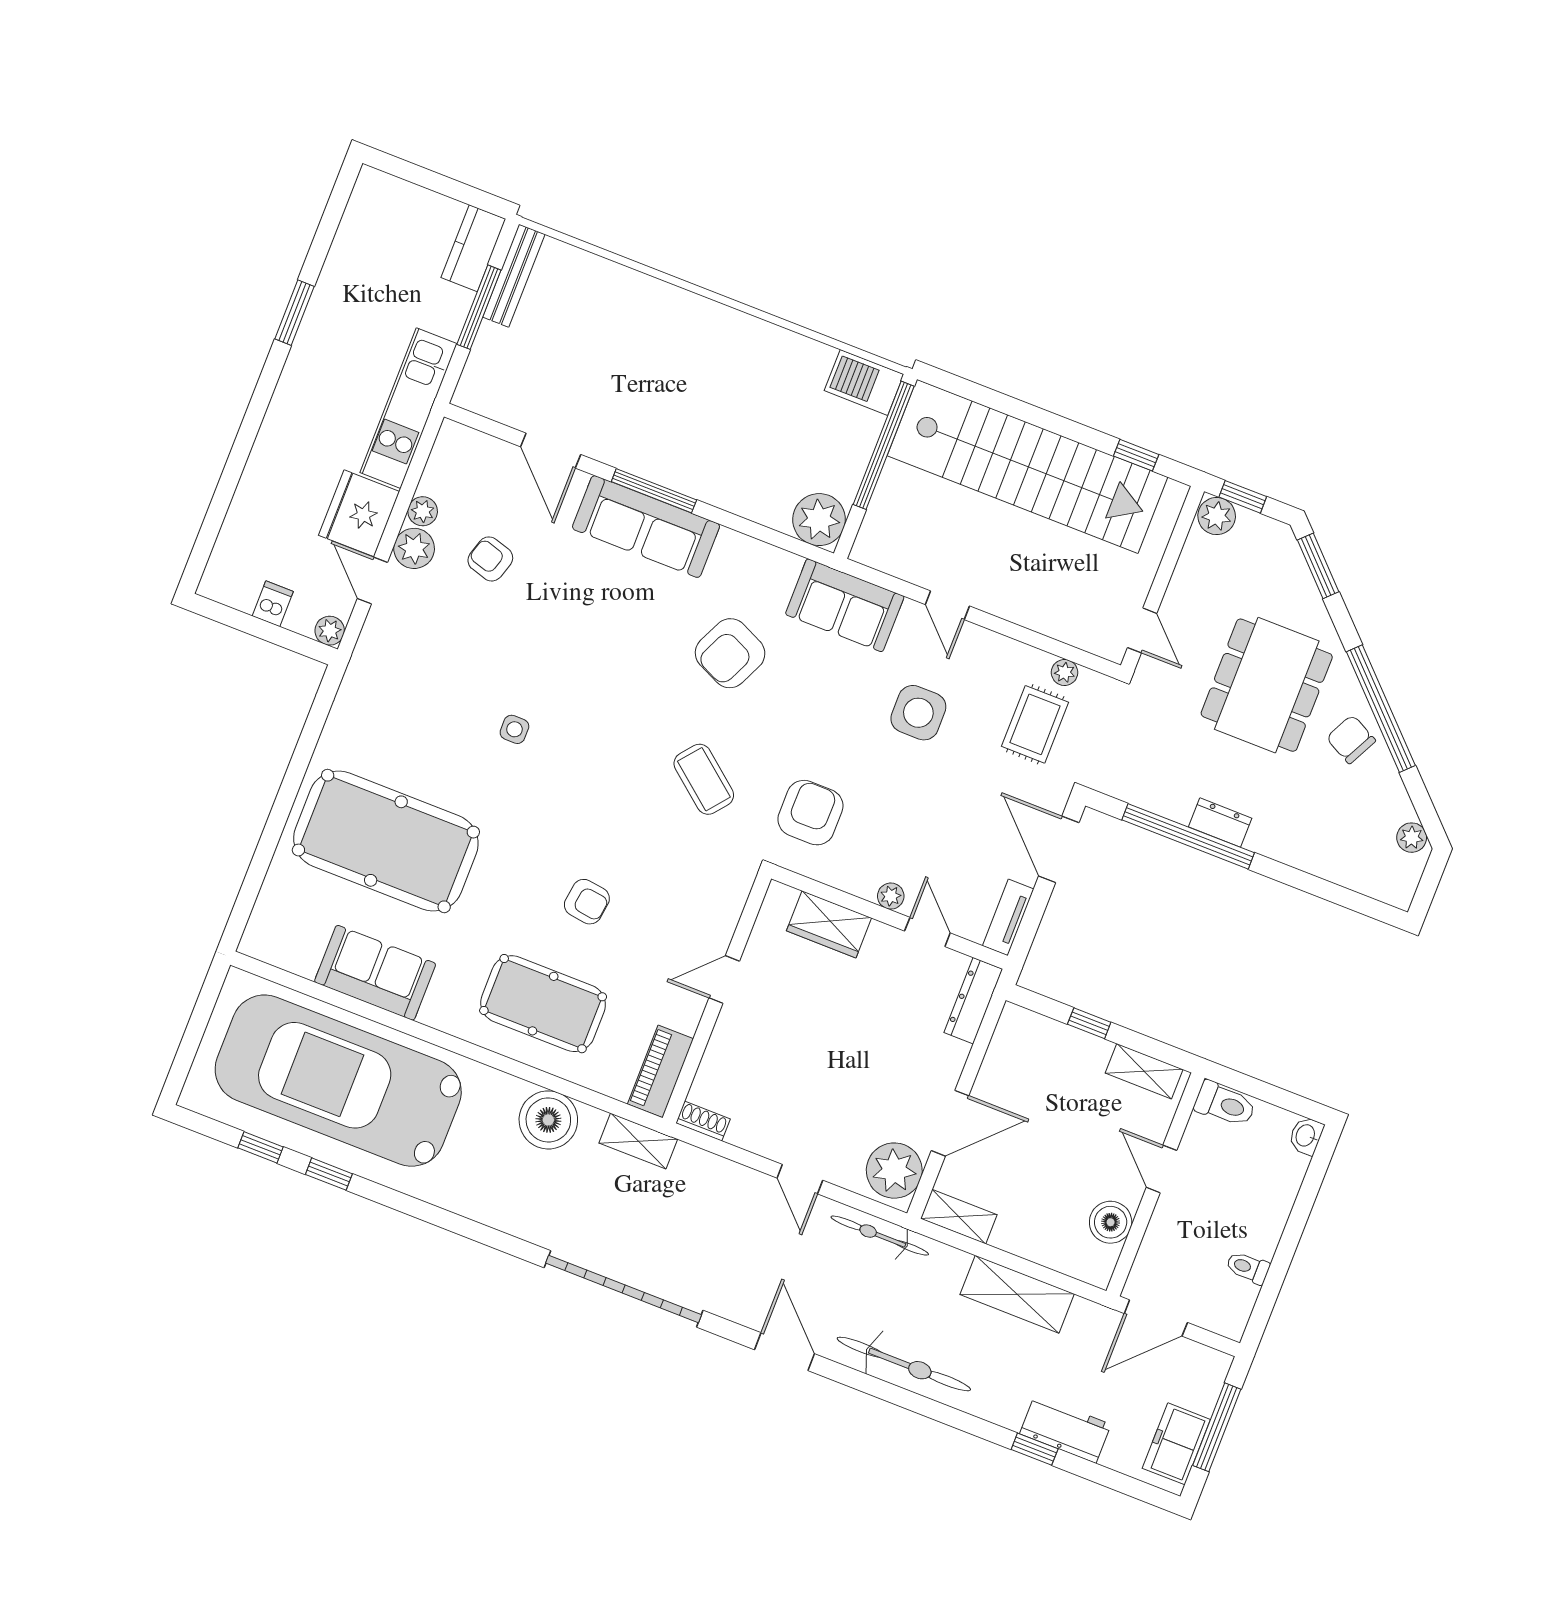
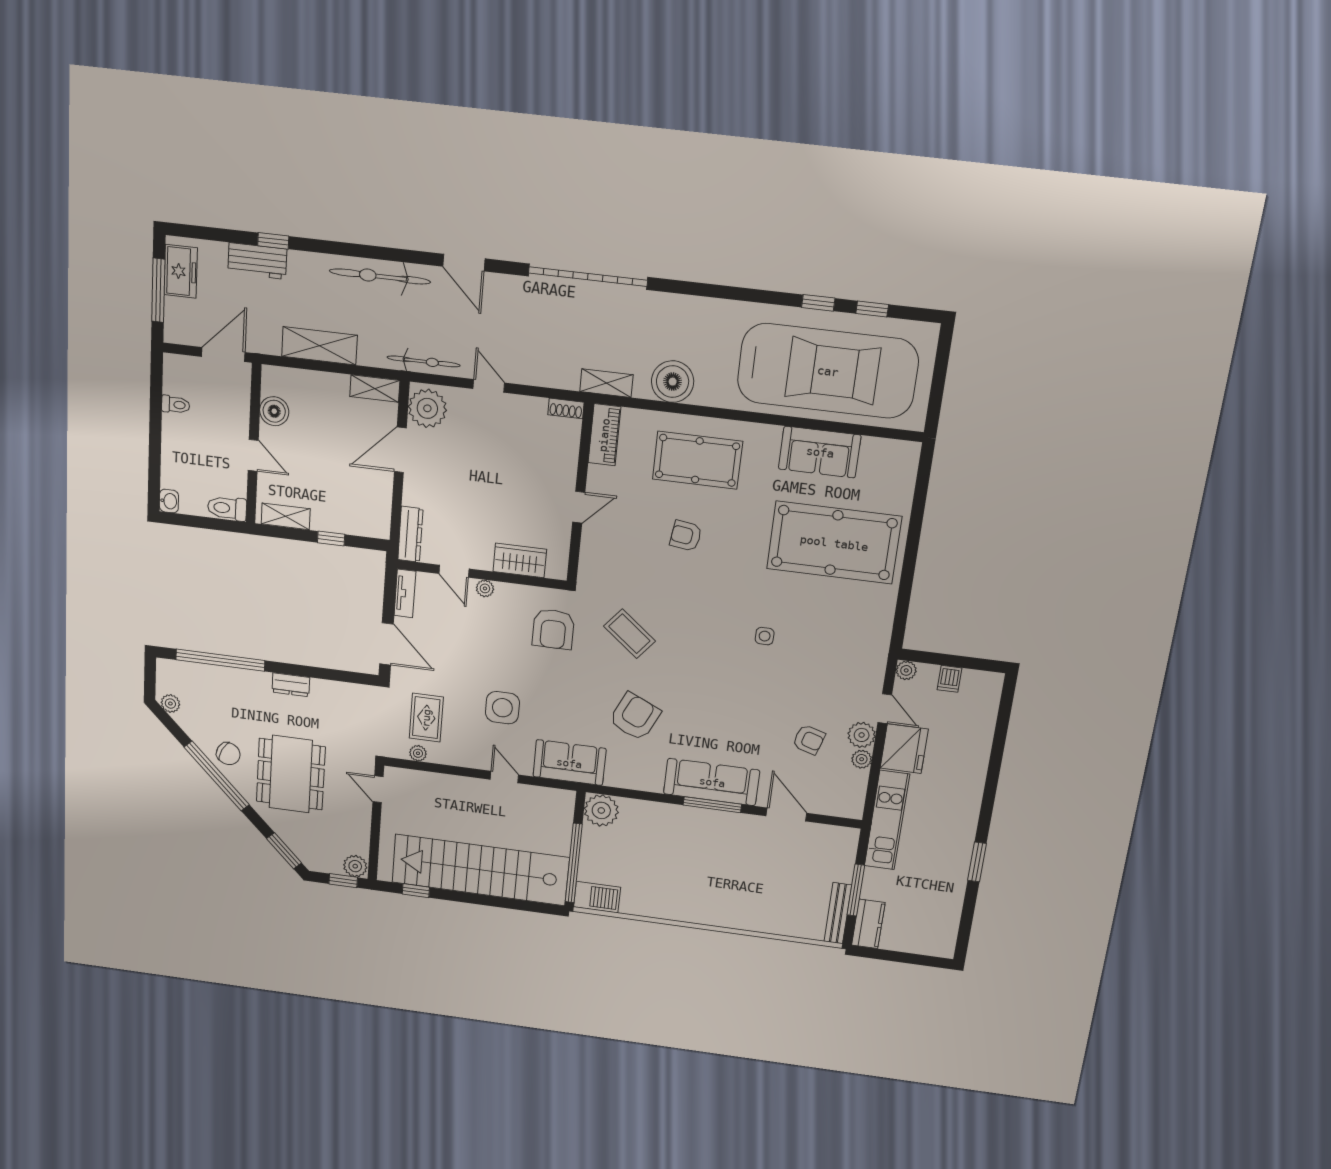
window: (1188, 836) -> (220, 660), moved

